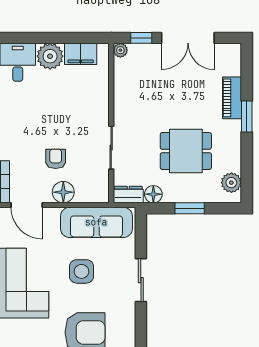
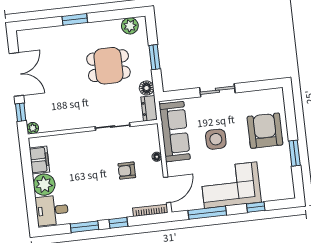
piano: (232, 98) -> (61, 33), removed
dining table: (186, 151) -> (108, 66), turned 90
floor lamp: (63, 192) -> (157, 157), width x0.53, depth x0.53

